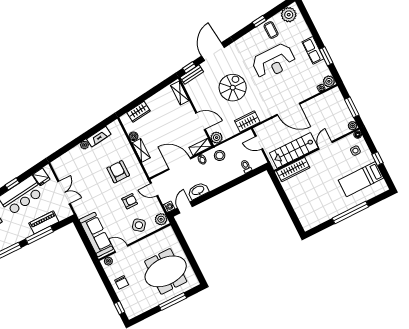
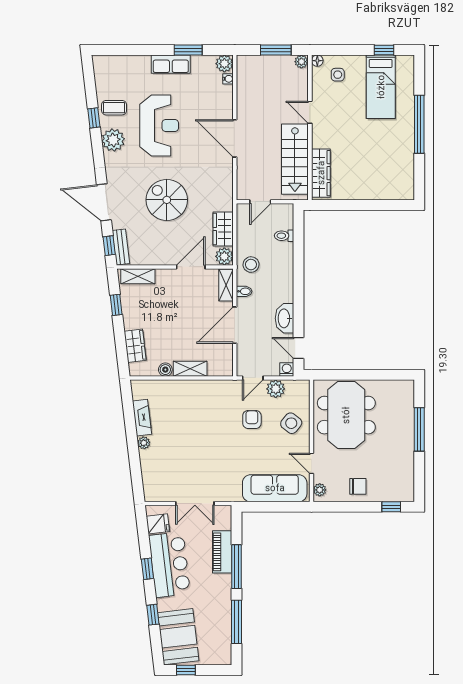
plant: (289, 15) -> (113, 140), moved
window: (157, 89) -> (116, 305), added
door: (288, 109) -> (235, 138), swing flipped
wardrobe: (247, 121) -> (223, 229), moved
window: (378, 159) -> (384, 50), moved
armchair: (118, 172) -> (204, 415), removed
double door: (64, 193) -> (195, 504), swing flipped
plant: (161, 219) -> (276, 389), moved
door: (121, 249) -> (312, 463), hinge flipped
meeting table: (166, 271) -> (346, 415), moved

